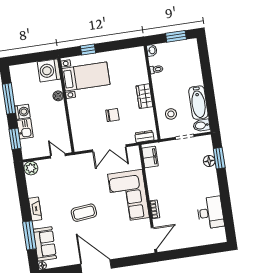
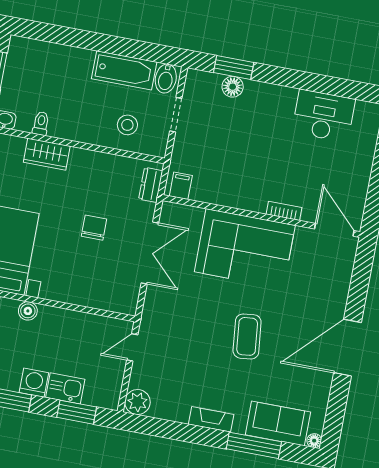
wardrobe: (144, 96) -> (47, 154), moved
filing cabinet: (150, 157) -> (181, 186), width x0.50

